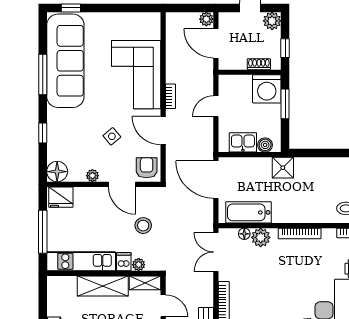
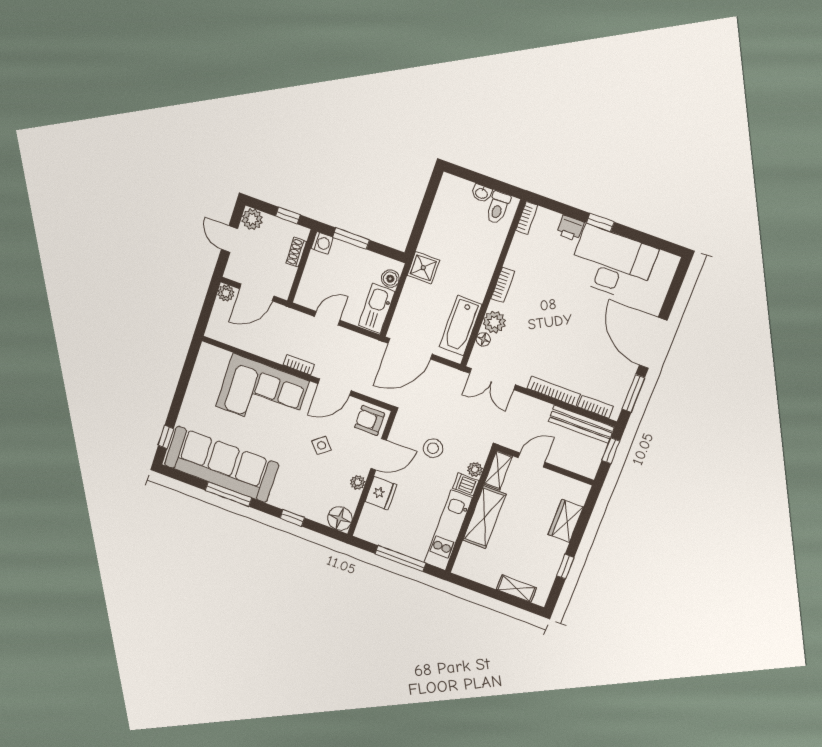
washing machine: (267, 89) -> (322, 243), width x0.53, depth x0.53
door: (216, 106) -> (327, 318), swing flipped
kitchen sink: (243, 142) -> (377, 308), width x1.38
fridge: (61, 197) -> (381, 493), moved
bookcase: (300, 233) -> (503, 285), width x0.64

